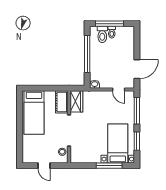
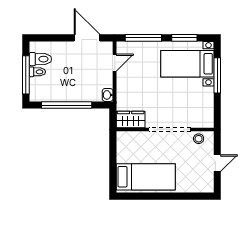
toilet: (102, 34) -> (40, 59), moved
cot: (62, 102) -> (131, 139), removed

